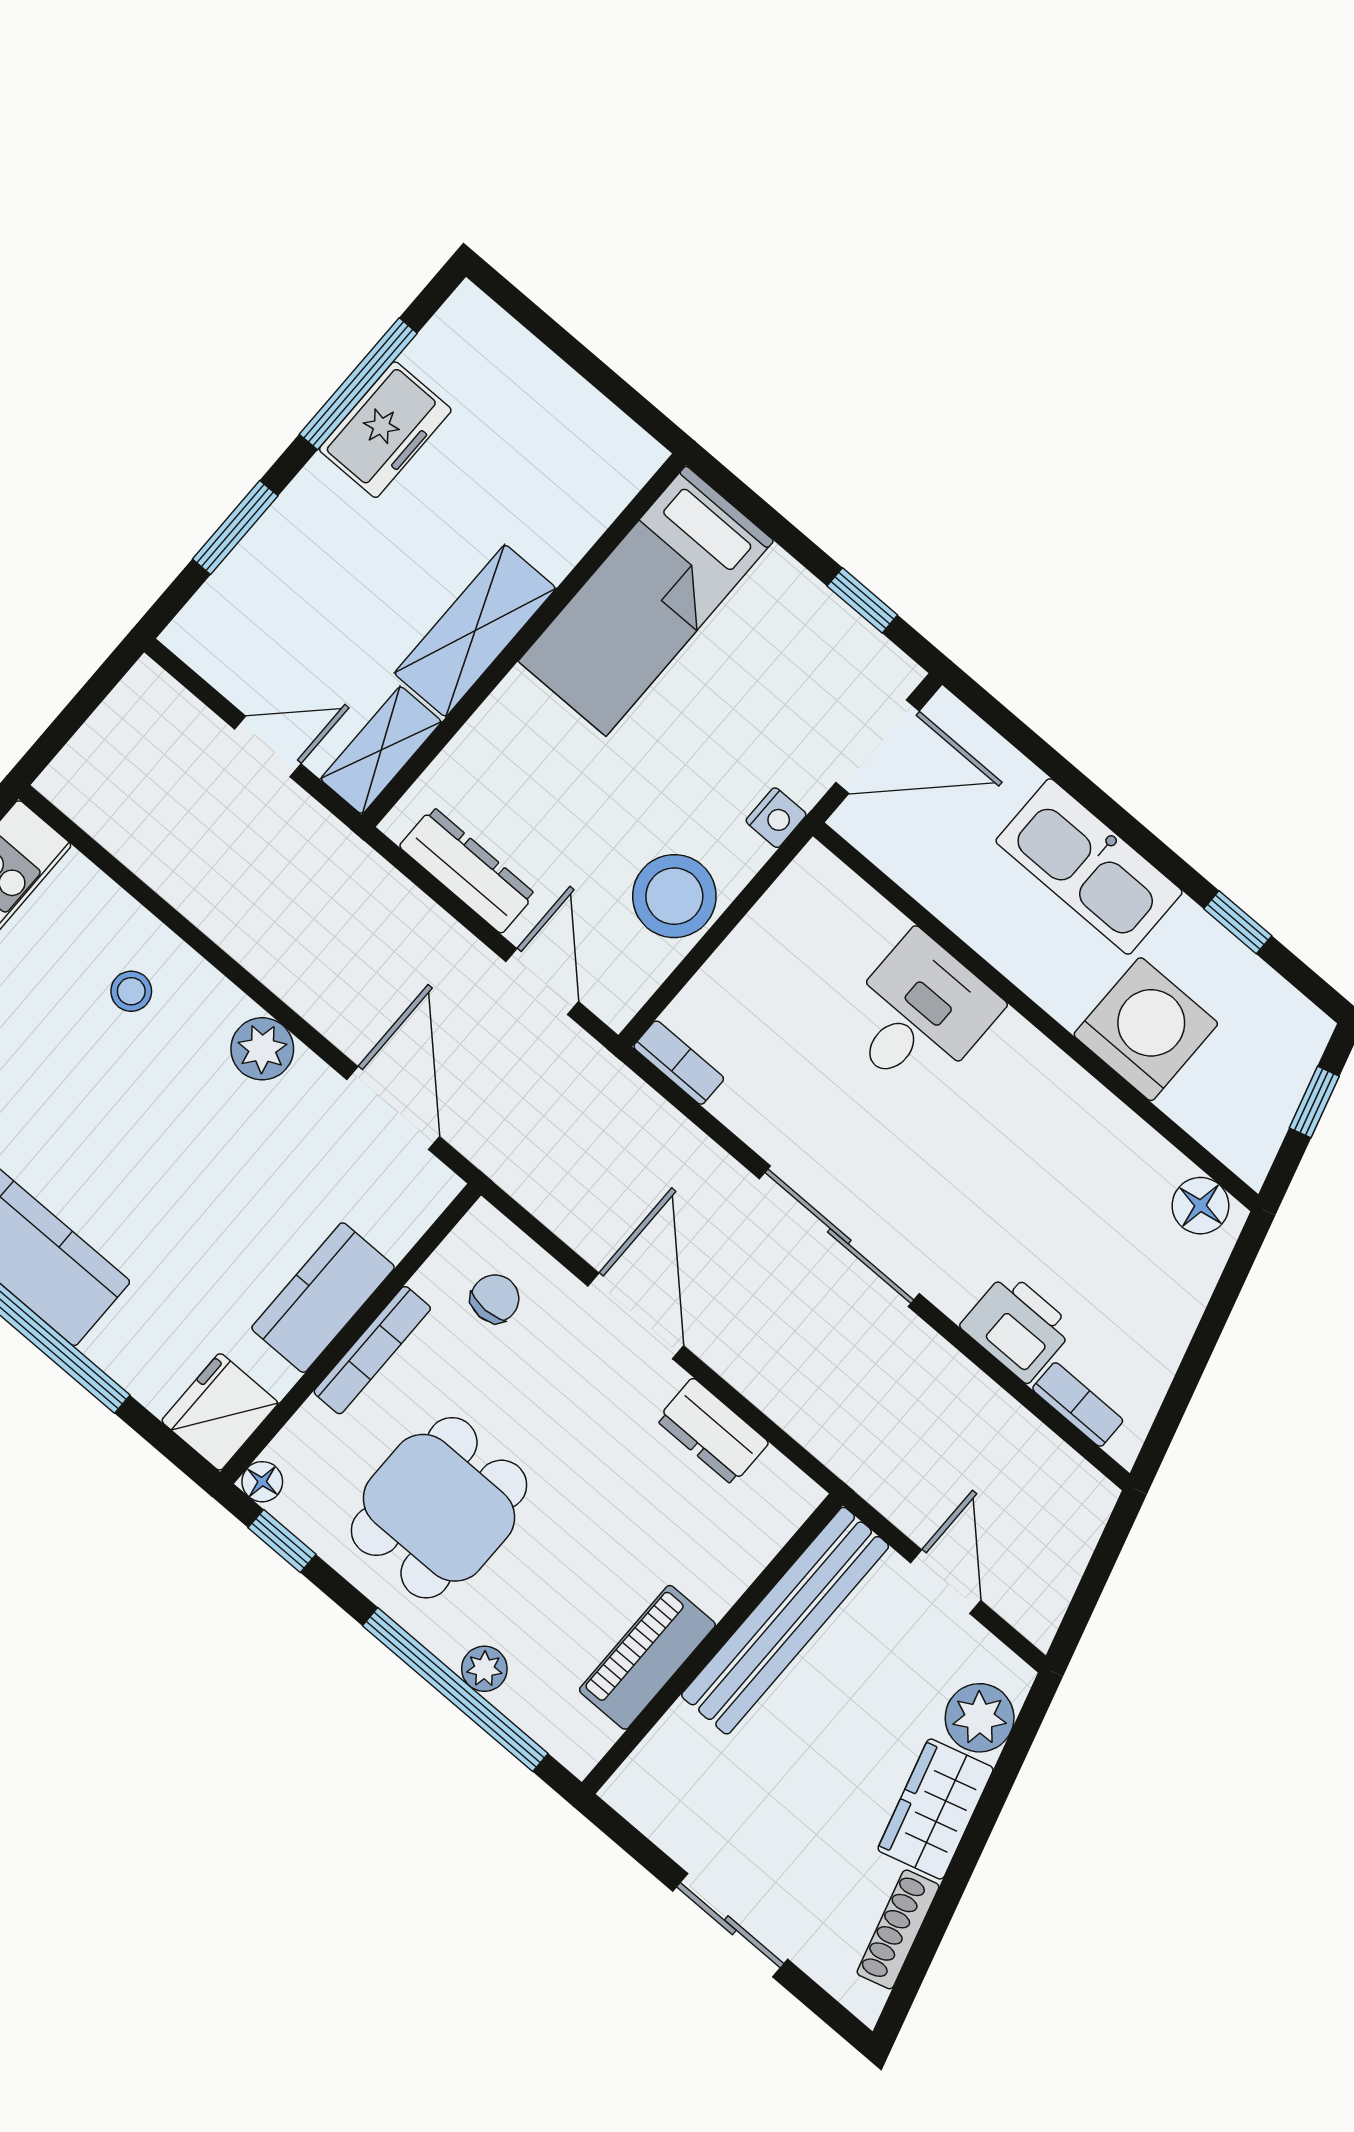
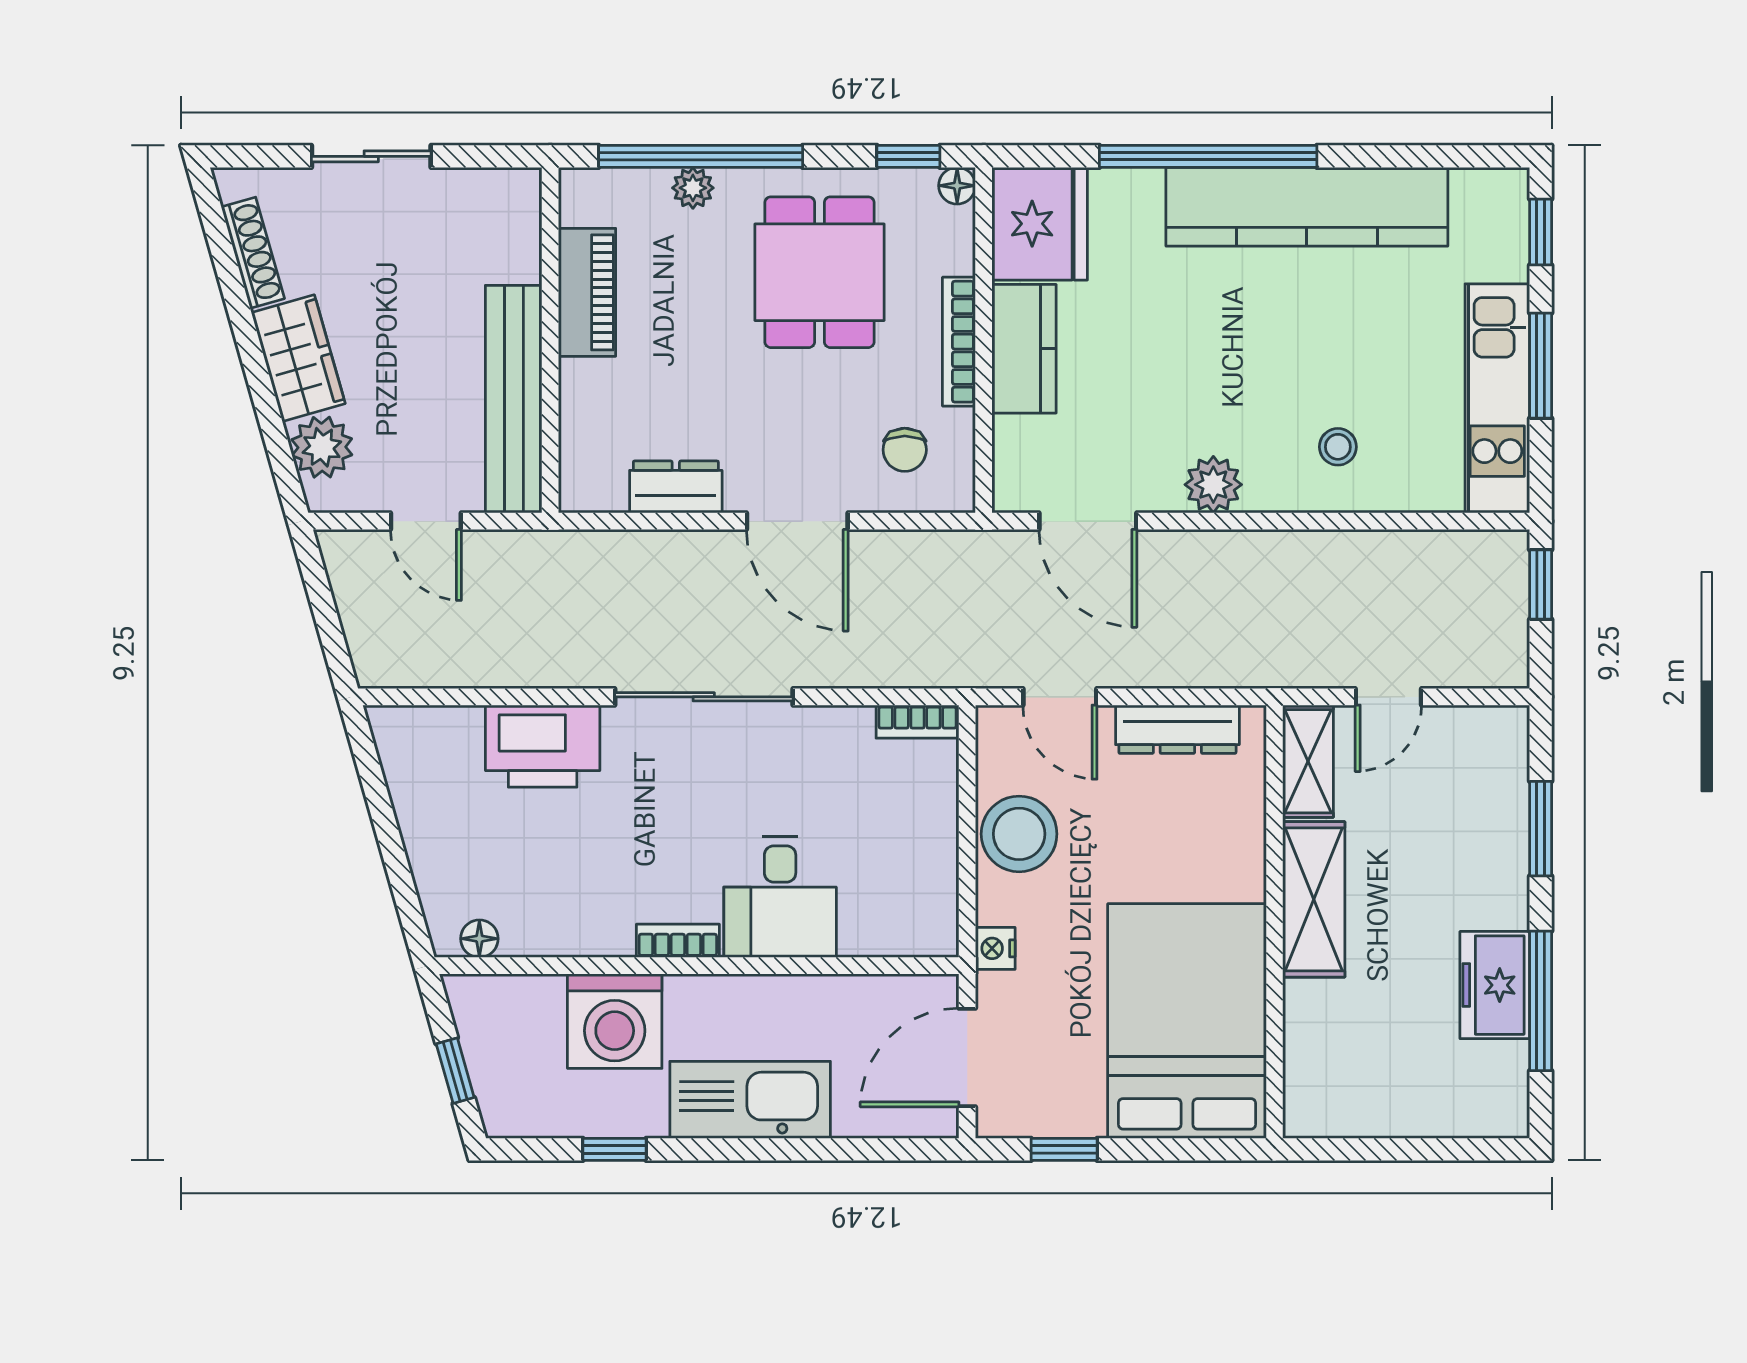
bed: (646, 601) -> (1187, 1021), width x1.50
window: (61, 731) -> (1541, 584), added
floor lamp: (1200, 1206) -> (479, 939), width x0.73, depth x0.73
printer: (1017, 1327) -> (543, 746), width x1.37, depth x1.19
bookcase: (1078, 1405) -> (678, 941), moved, turned 180
fridge: (220, 1412) -> (1040, 224), width x1.36, depth x1.34

